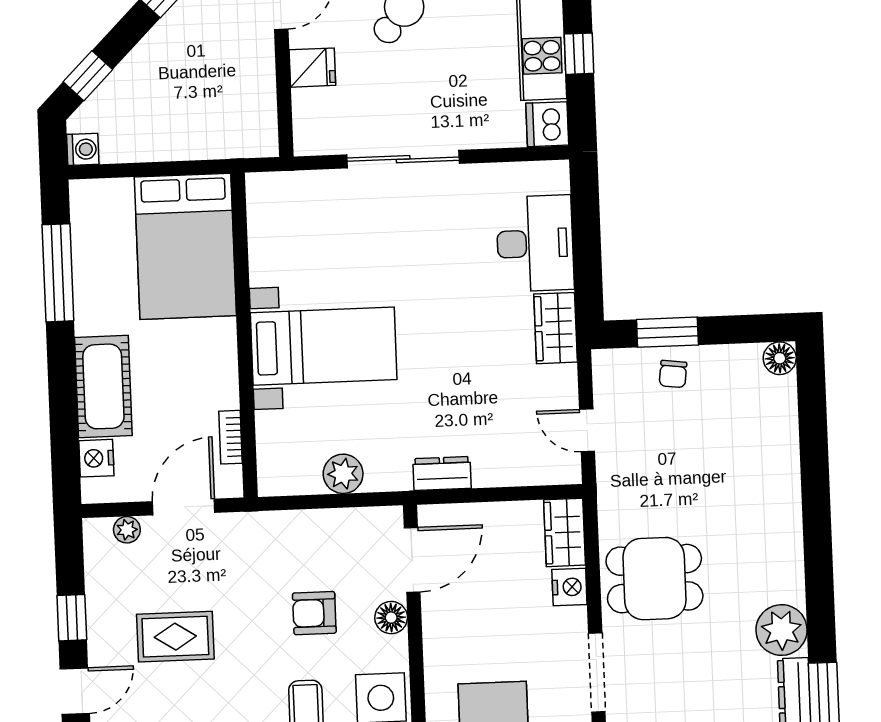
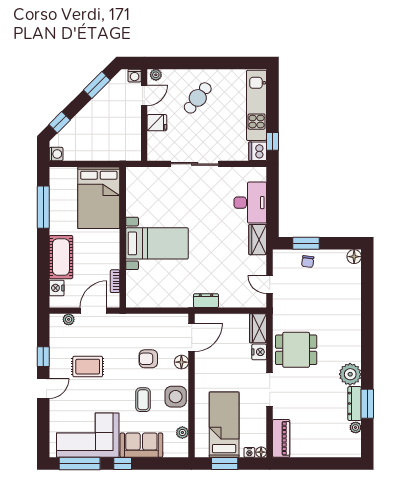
window: (579, 54) -> (273, 141), moved
plant: (343, 474) -> (163, 299), removed

